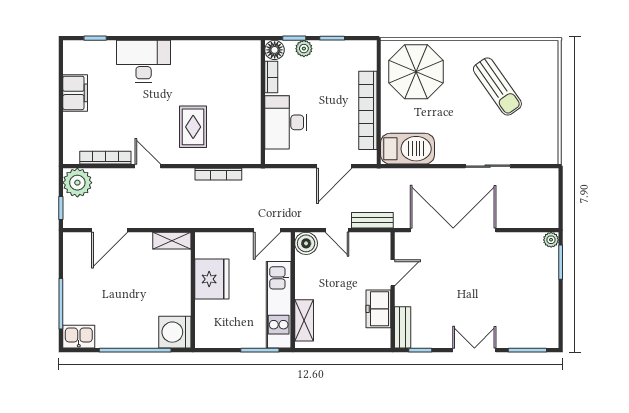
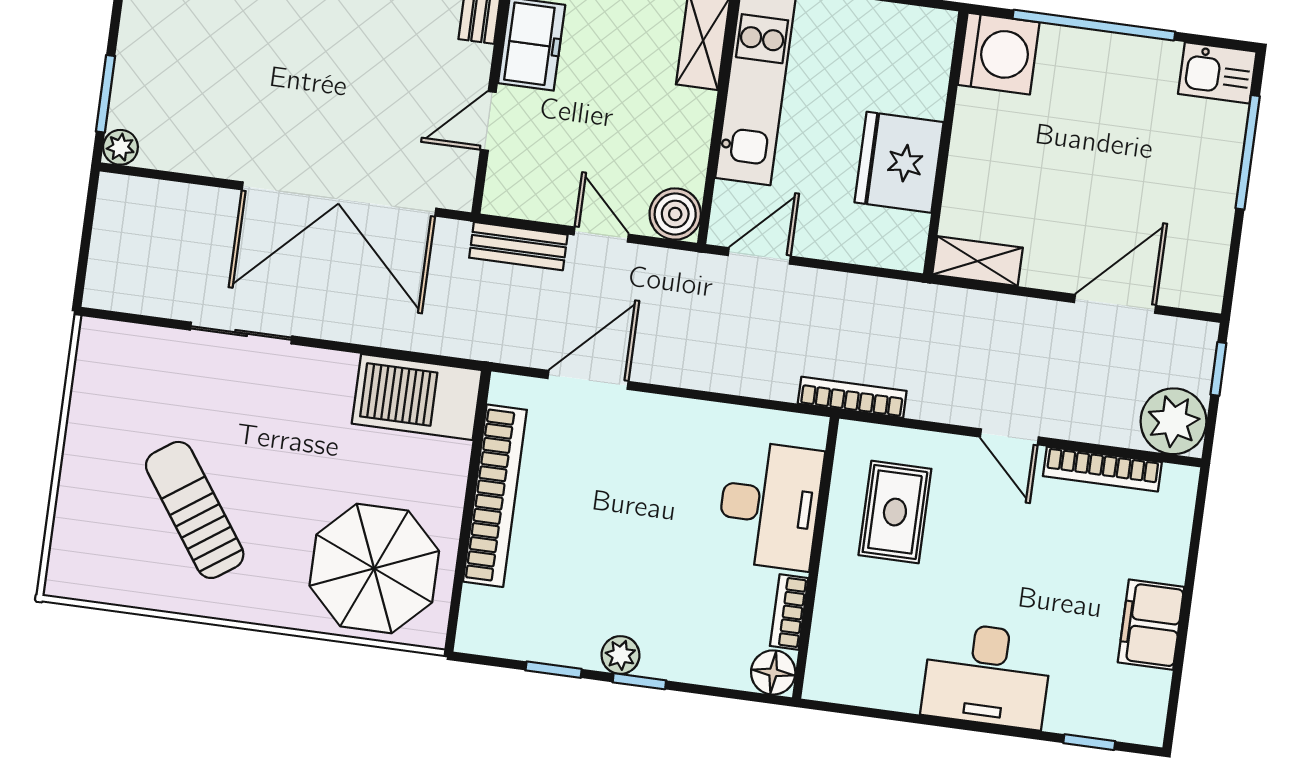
floor lamp: (275, 50) -> (773, 672), moved
bookcase: (271, 77) -> (789, 612), moved
wall: (263, 102) -> (816, 558), moved
desk: (286, 122) -> (770, 505), moved

